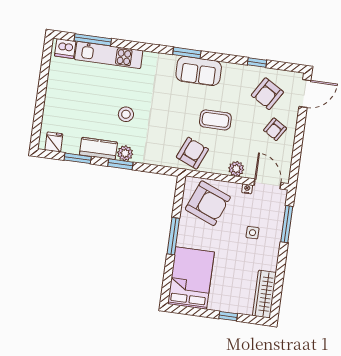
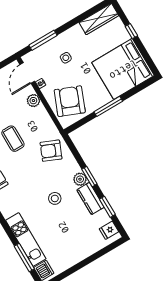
armchair: (192, 153) -> (51, 151), moved
bed: (191, 278) -> (123, 69), width x1.36

